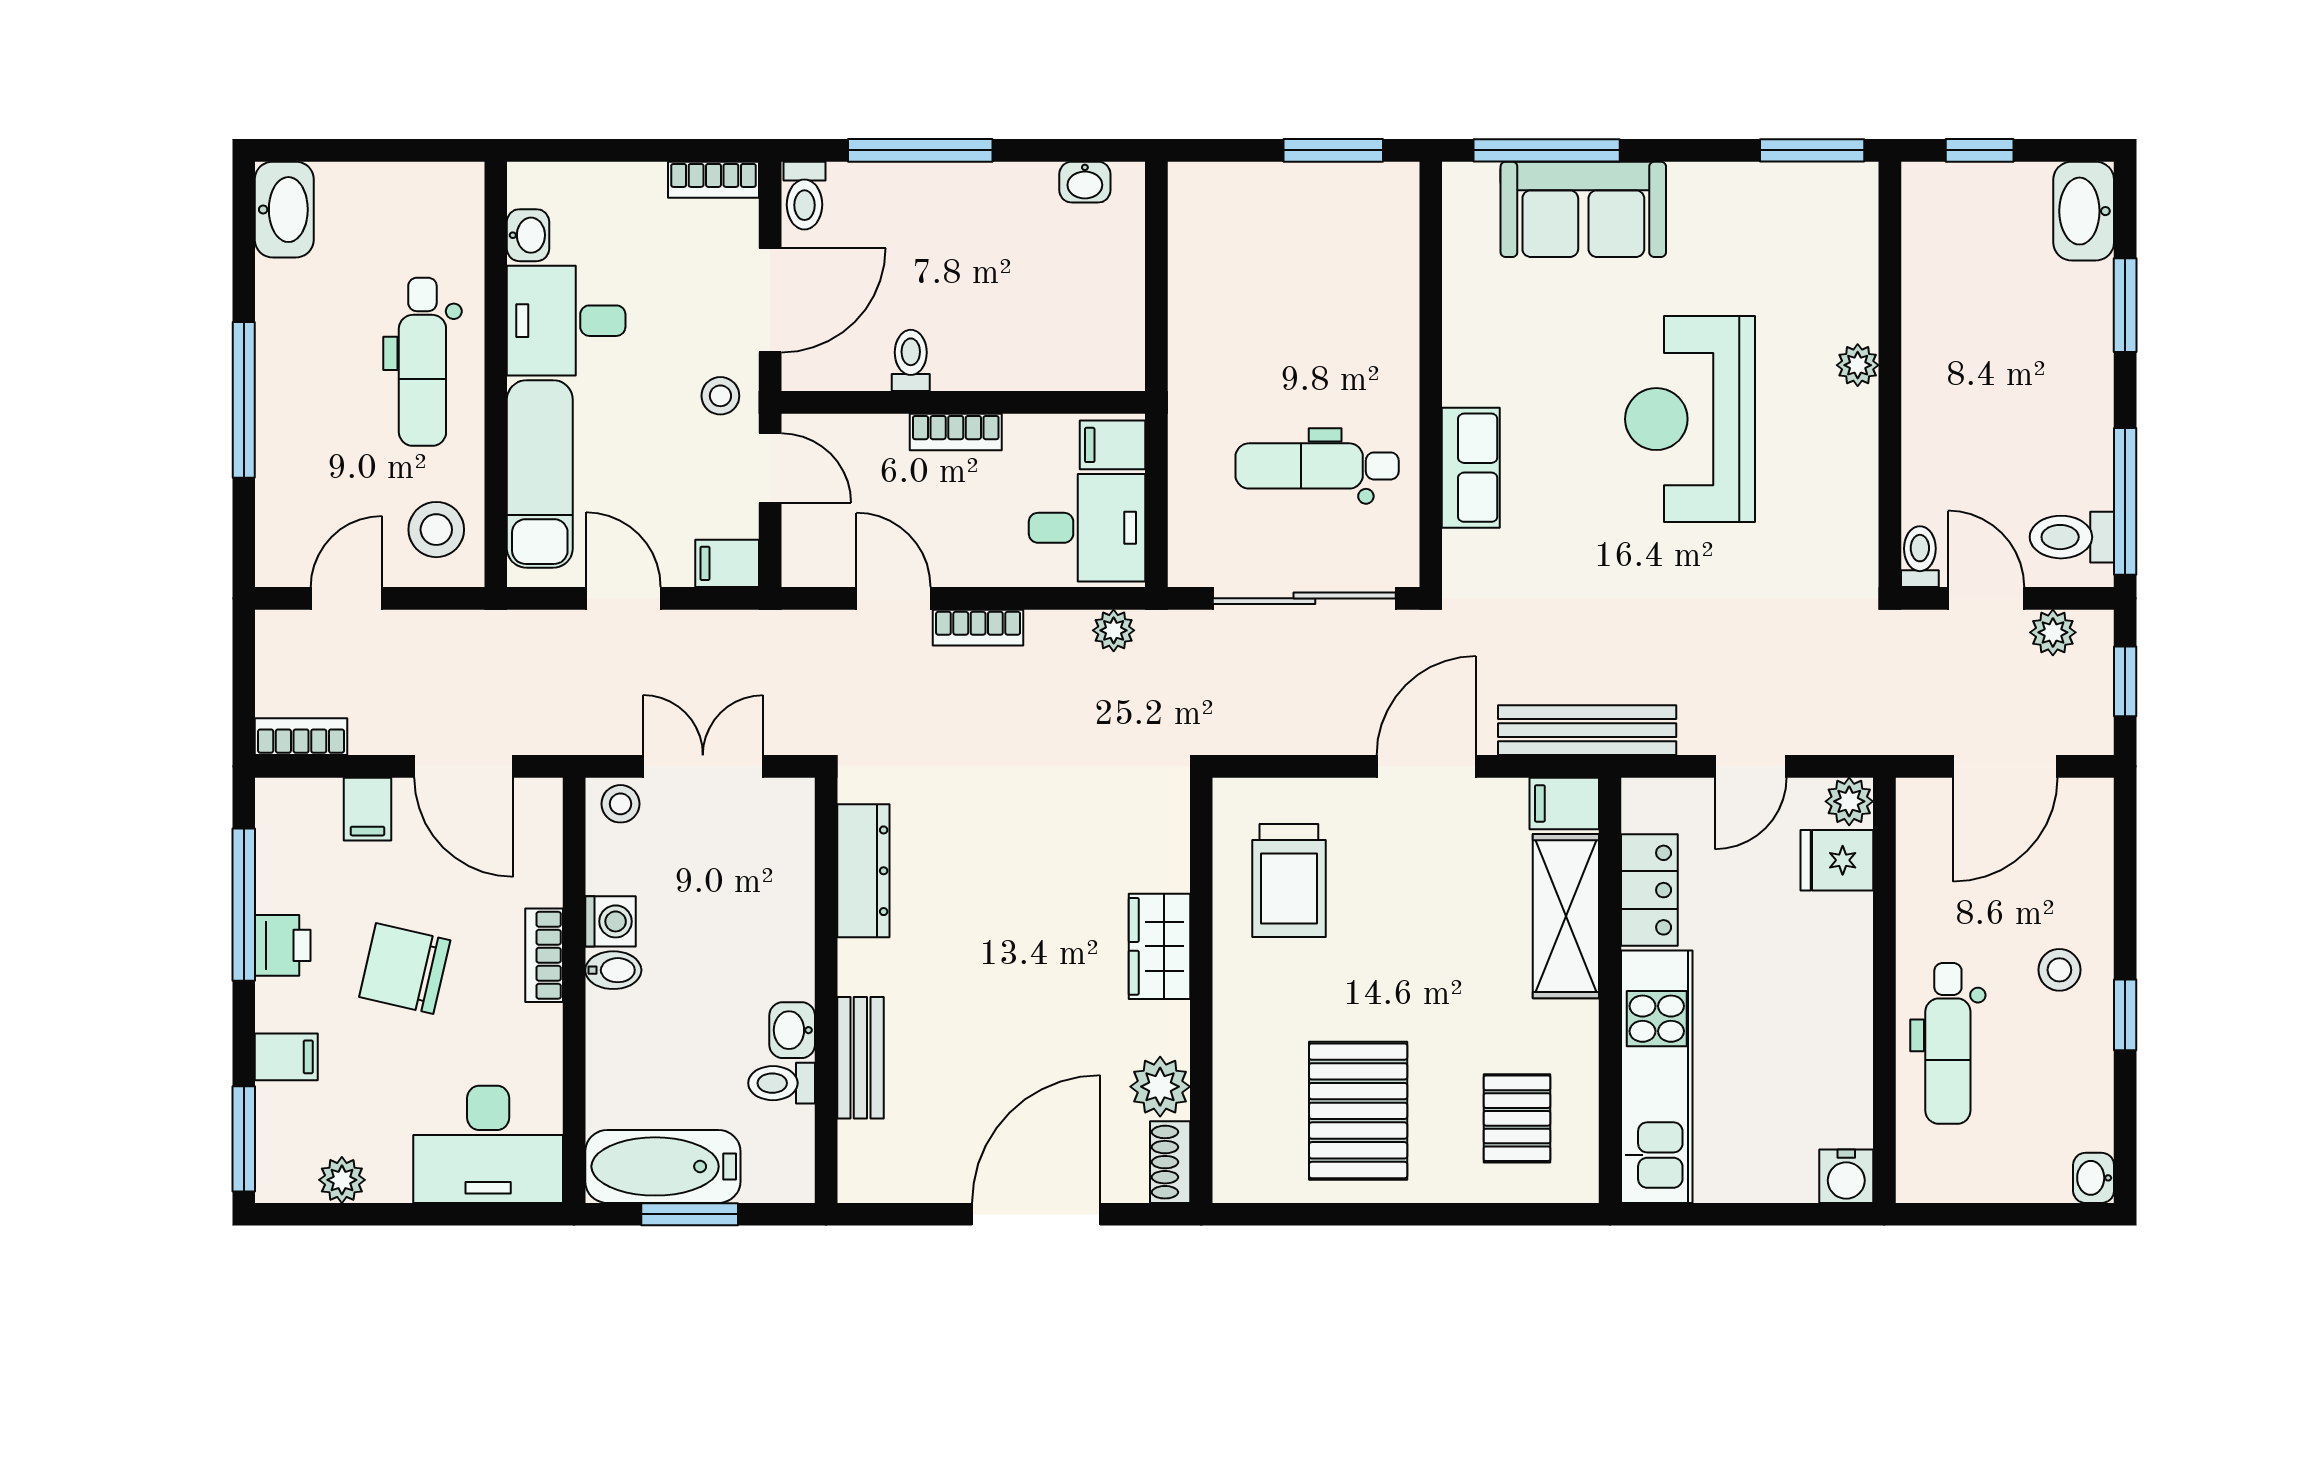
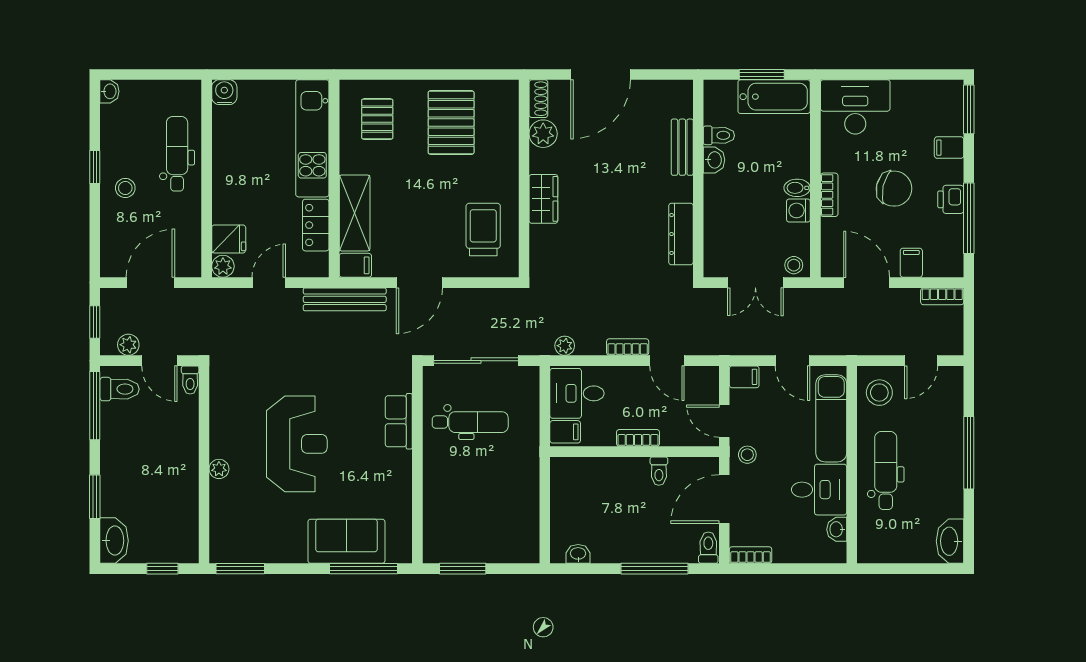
plant: (342, 1180) -> (923, 90), removed

